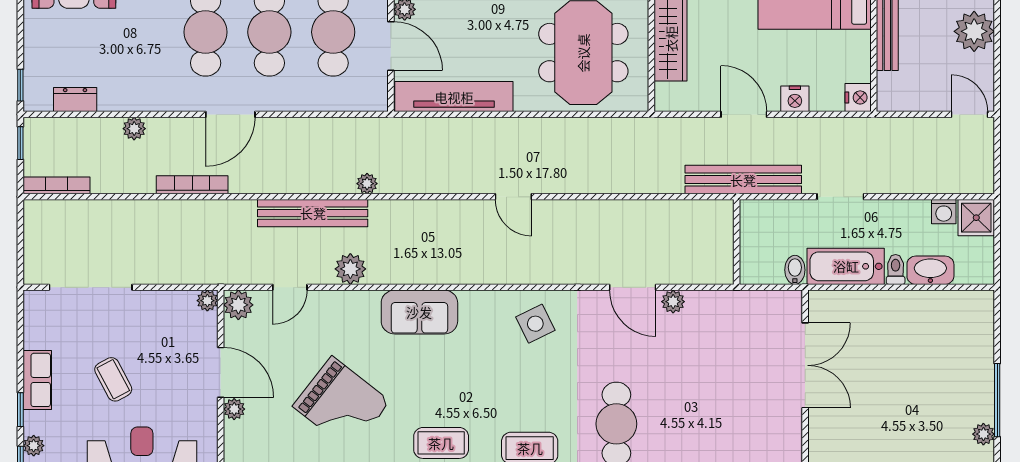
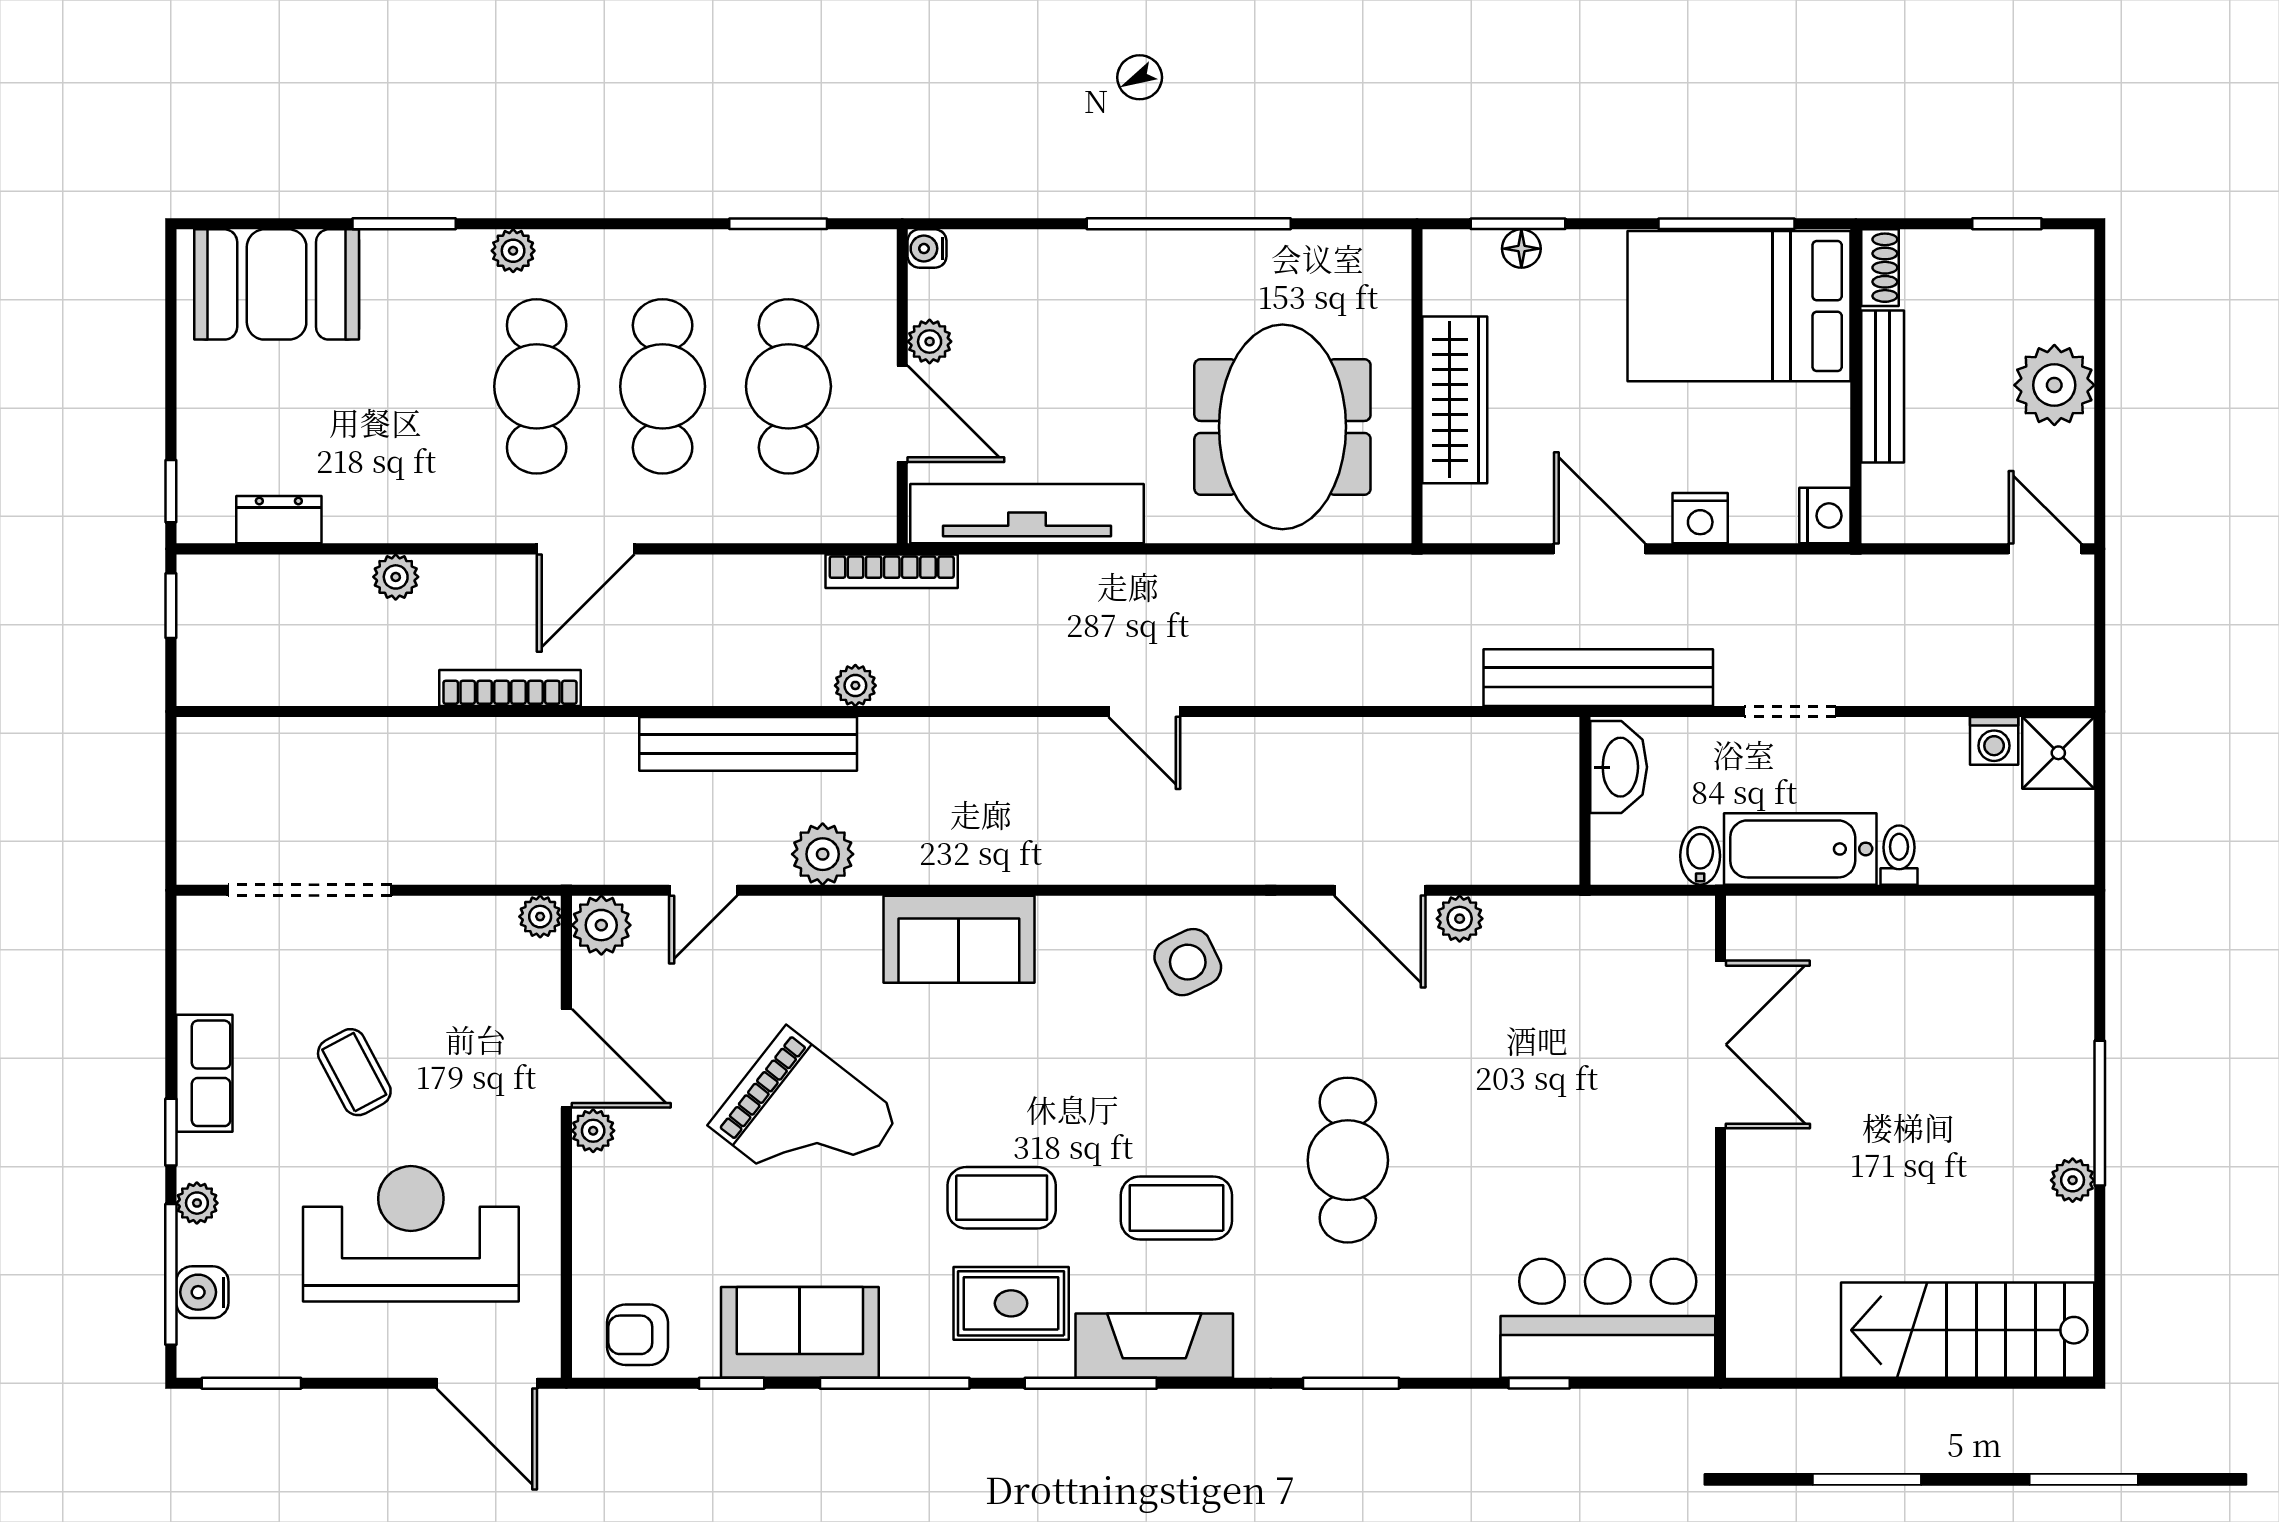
bookcase: (57, 185) -> (892, 571), moved, turned 180
washbasin: (930, 270) -> (1619, 767), moved, turned 90

